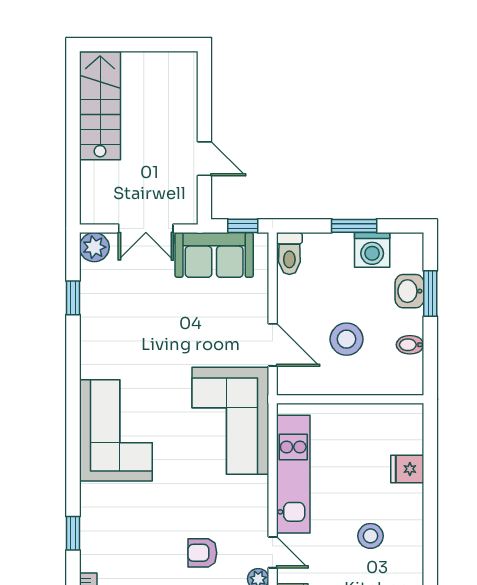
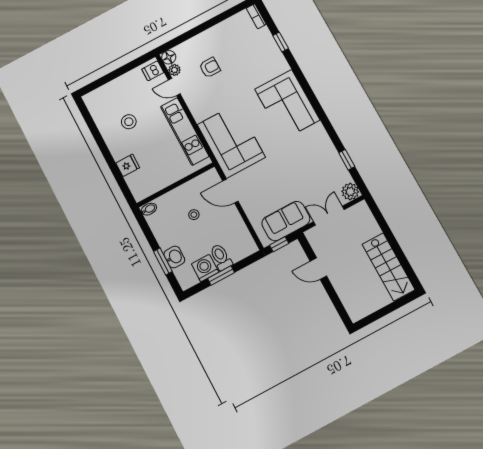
toilet: (289, 253) -> (221, 257), moved
stool: (346, 339) -> (194, 215), width x0.53, depth x0.53
bidet: (410, 345) -> (149, 209), moved

